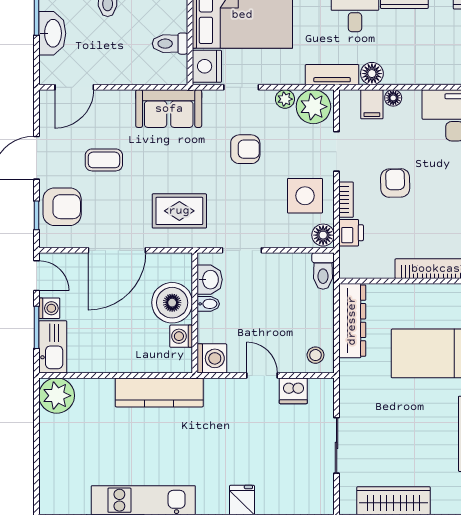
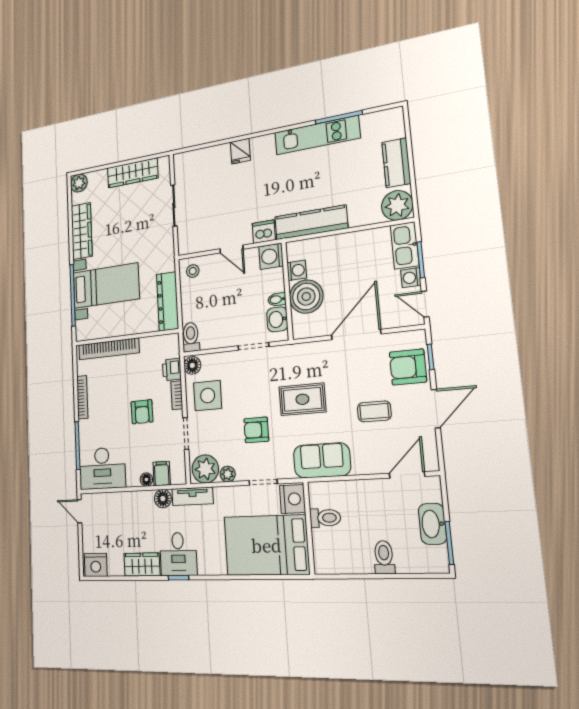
rug: (179, 211) -> (302, 399), moved
dishwasher: (293, 391) -> (264, 232), moved
kitchen counter: (53, 447) -> (396, 163), added

